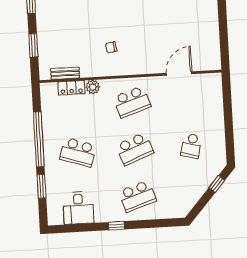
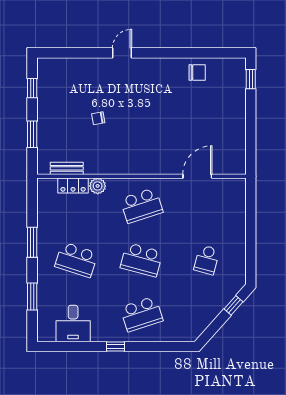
chair: (111, 47) -> (98, 118), moved
window: (39, 139) -> (32, 242), width x0.47
school desk: (135, 149) -> (141, 260), turned 36

